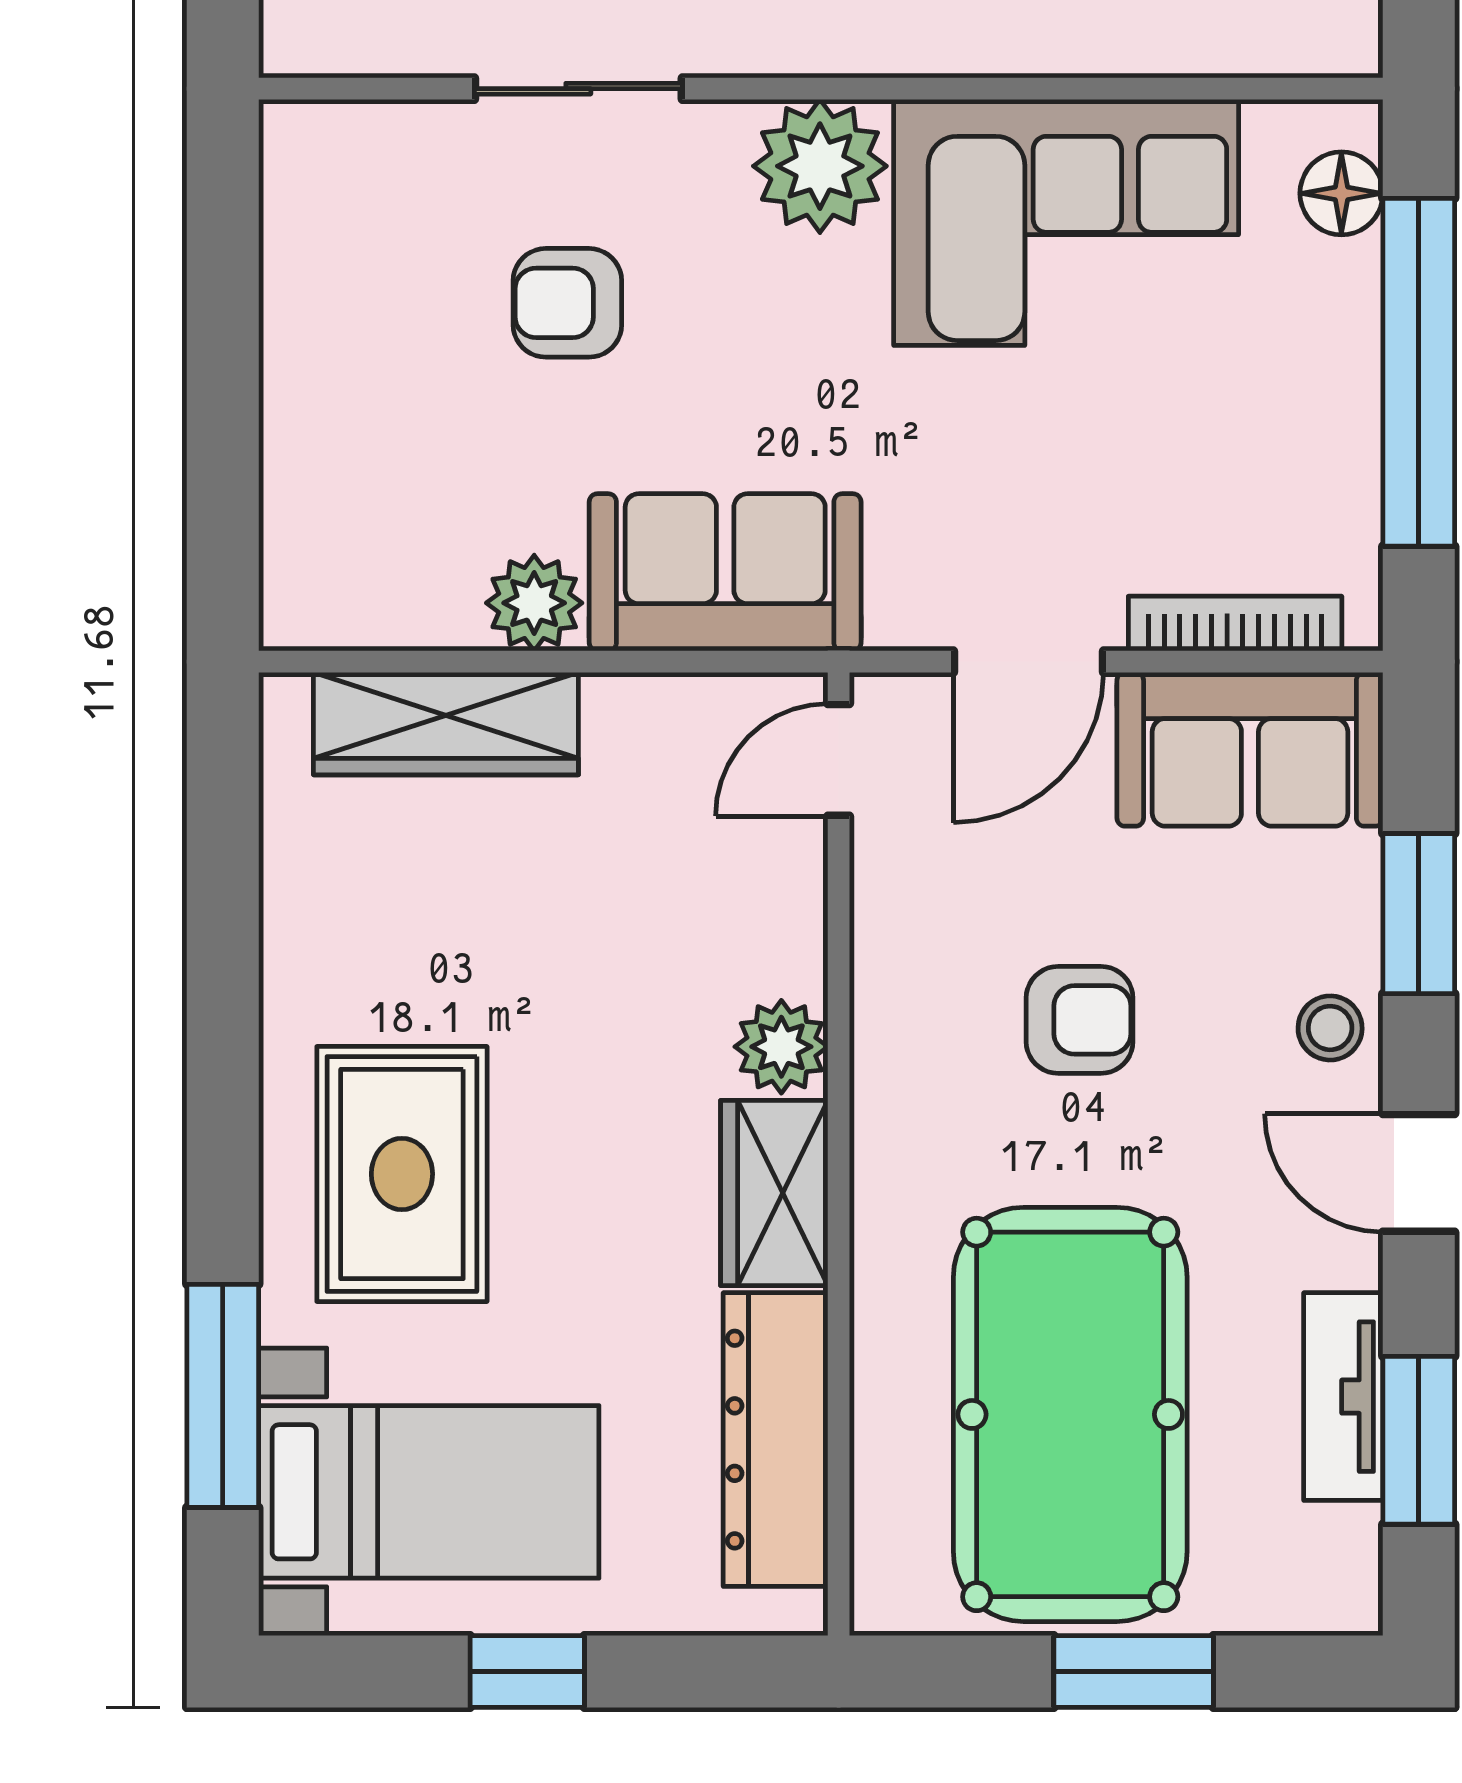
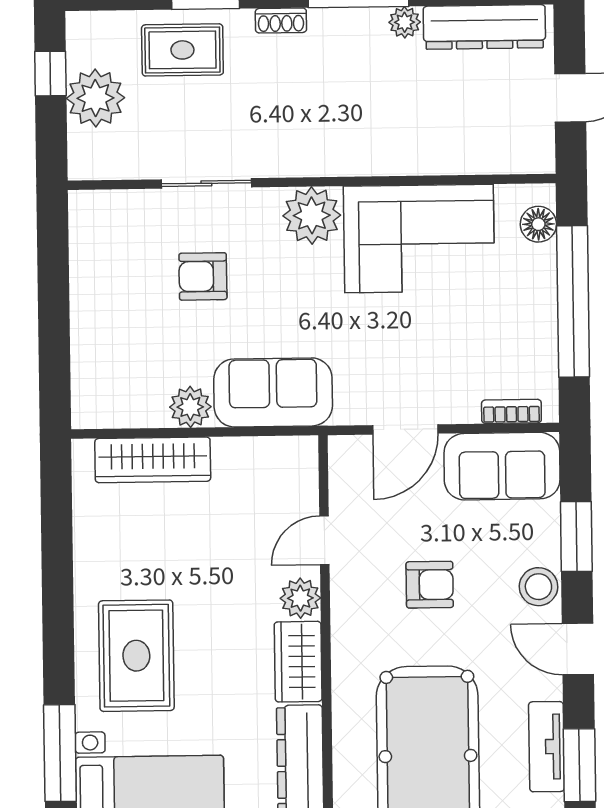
bookcase: (1235, 624) -> (511, 411), width x0.64
door: (839, 760) -> (324, 540), moved
stool: (1330, 1028) -> (538, 587), width x1.37, depth x1.37

